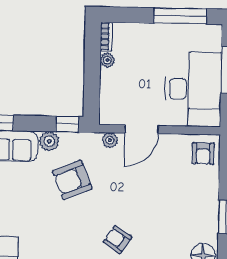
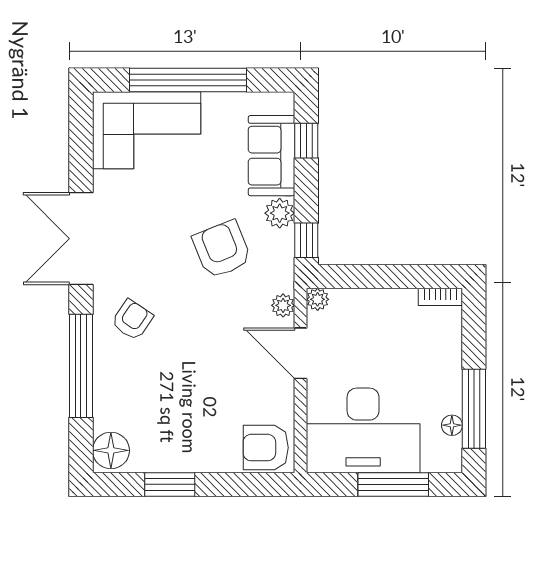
floor lamp: (191, 31) -> (452, 425), added
plant: (107, 60) -> (318, 299), moved
armchair: (203, 153) -> (266, 448), width x1.38, depth x1.38

